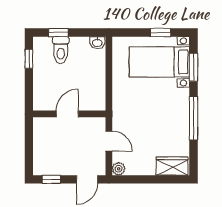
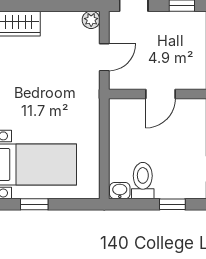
toilet: (61, 50) -> (143, 181), moved
door: (109, 141) -> (104, 57), swing flipped

